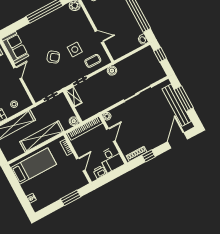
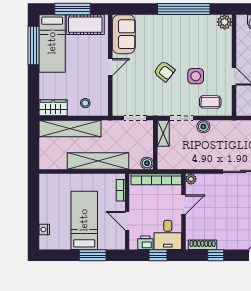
boiler: (112, 71) -> (203, 127), moved
door: (81, 164) -> (127, 221), swing flipped
bed: (34, 166) -> (84, 220), moved, turned -90
window: (112, 176) -> (158, 255), added

